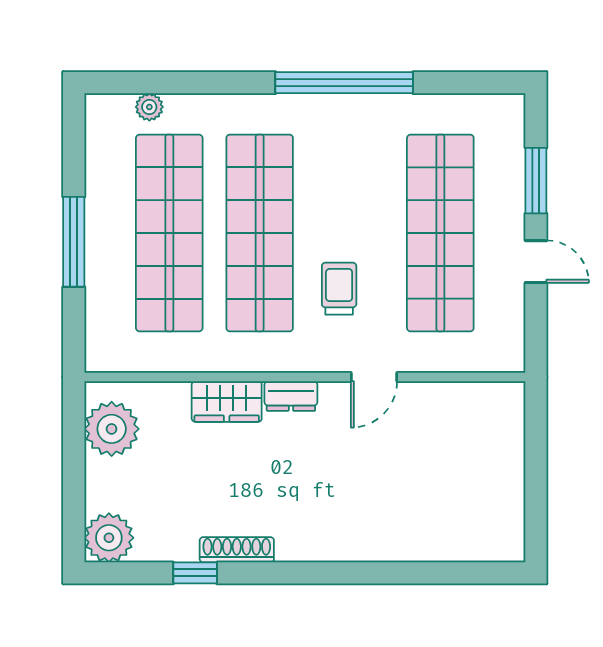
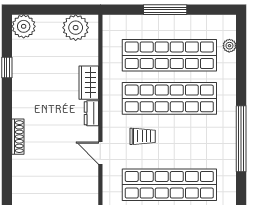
shoe rack: (237, 550) -> (18, 137), moved

